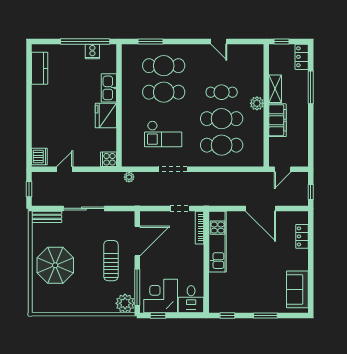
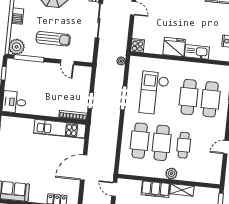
checkout: (163, 134) -> (154, 93), width x1.36, depth x1.21
door: (137, 241) -> (67, 62), width x0.53
corner desk: (161, 296) -> (20, 77), removed
barbecue: (88, 306) -> (17, 16), added

